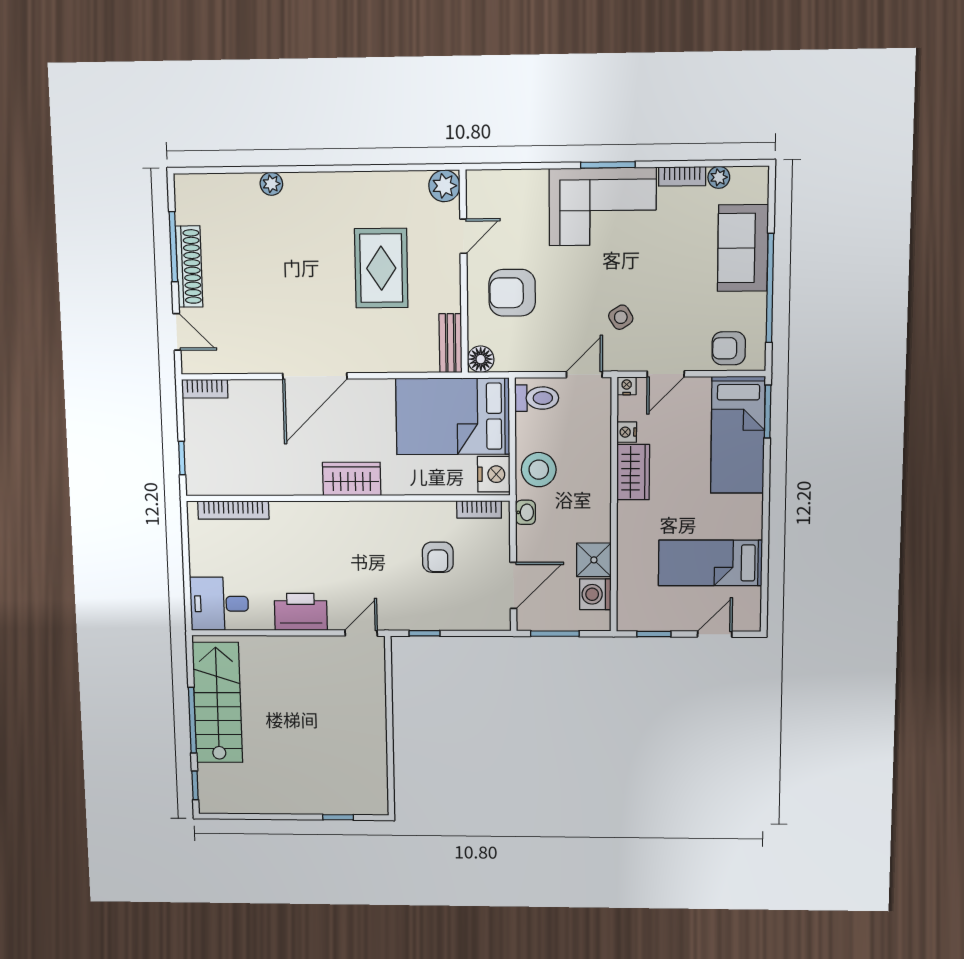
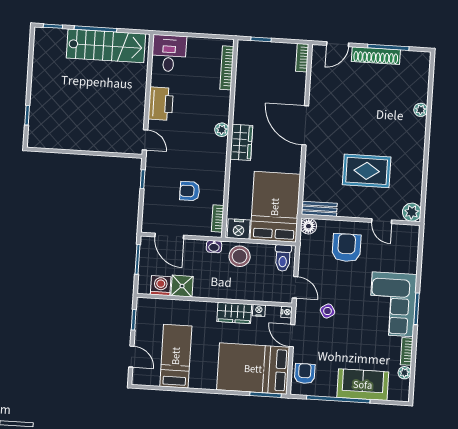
bed: (738, 435) -> (253, 369), width x1.50
plant: (334, 512) -> (222, 130), added

